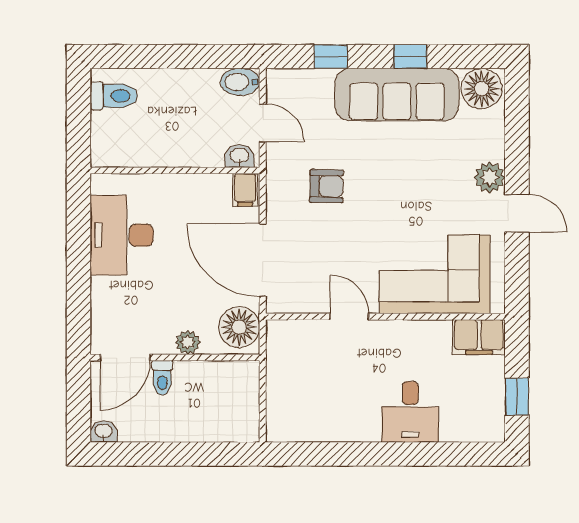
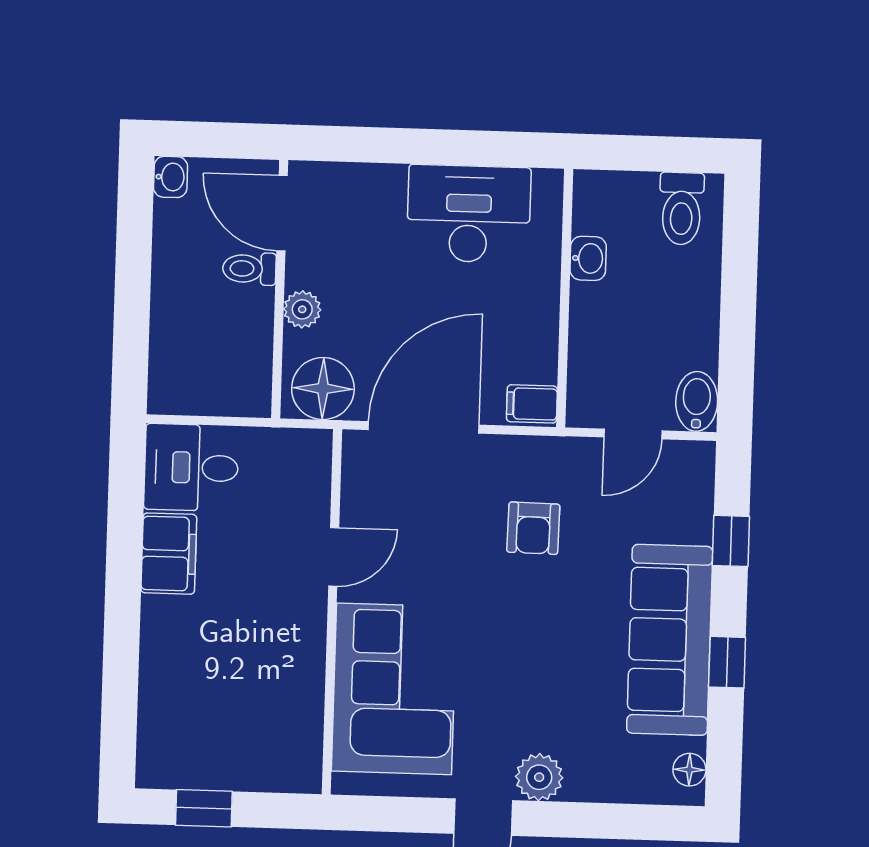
floor lamp: (482, 89) -> (689, 770), width x0.53, depth x0.53
washbasin: (239, 156) -> (588, 258), moved
filing cabinet: (479, 337) -> (169, 554), moved, turned 180
desk: (410, 412) -> (191, 468), moved

